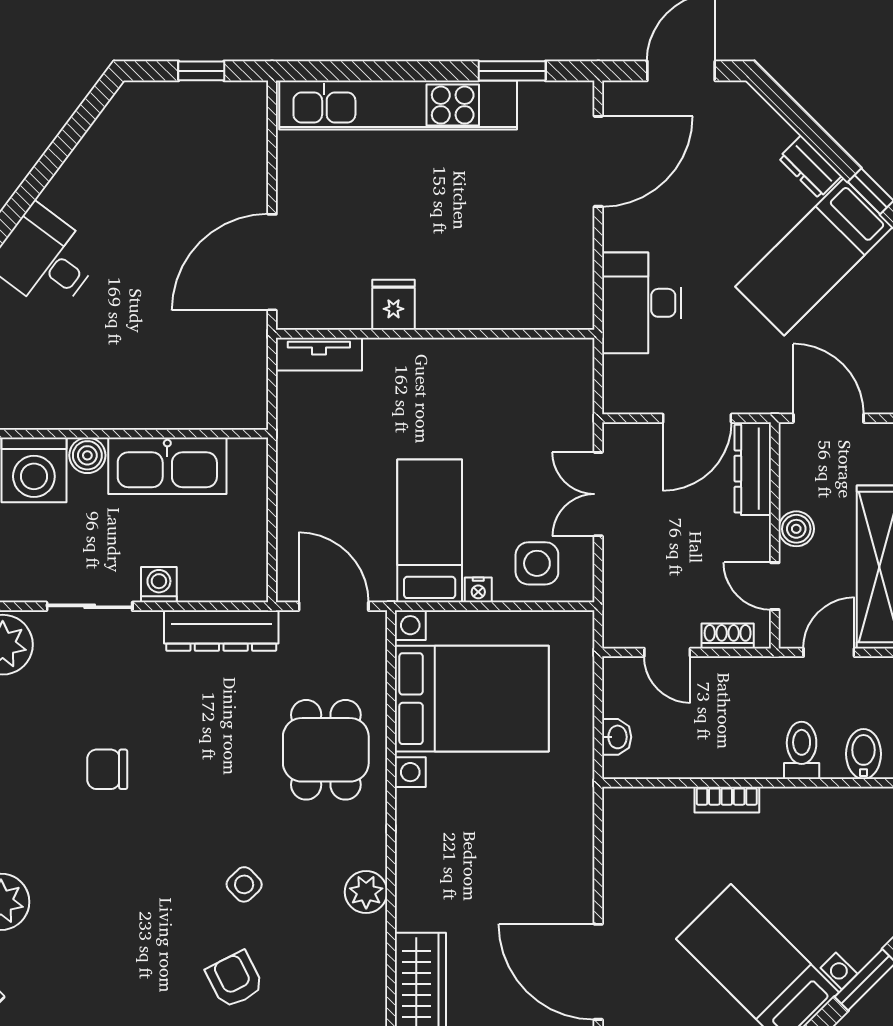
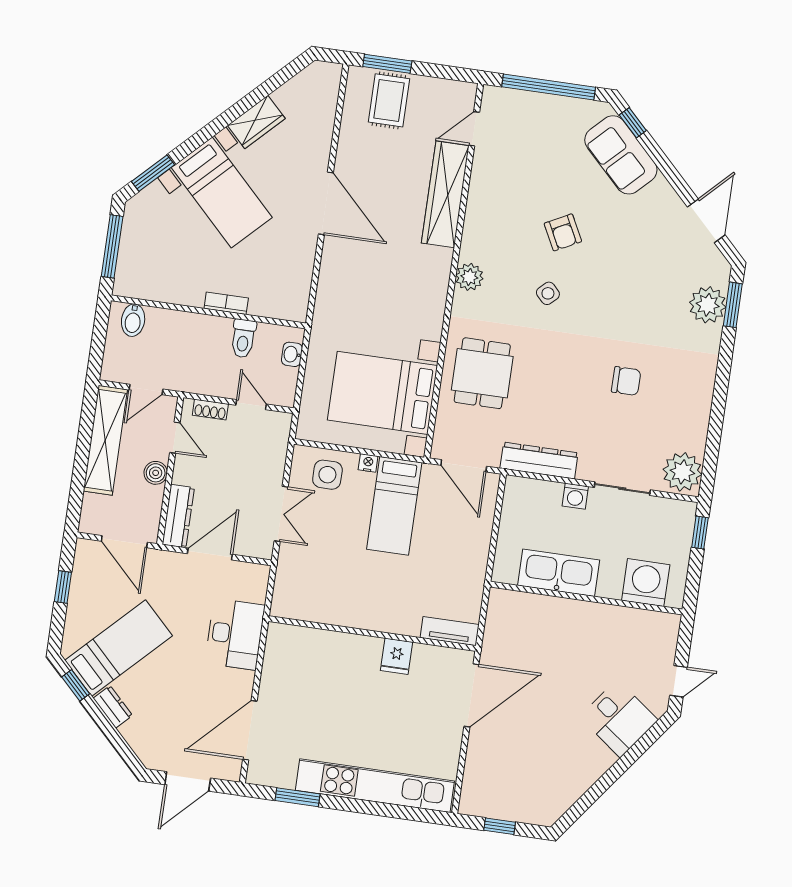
boiler: (87, 455) -> (610, 587), removed
toilet: (802, 750) -> (243, 338), moved

